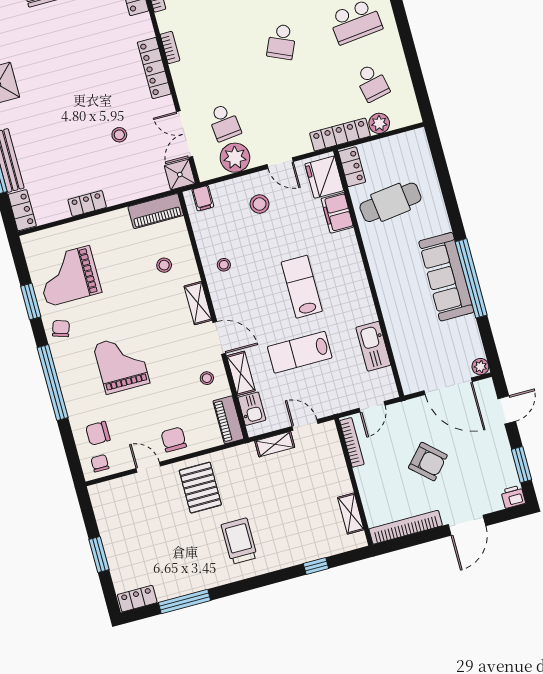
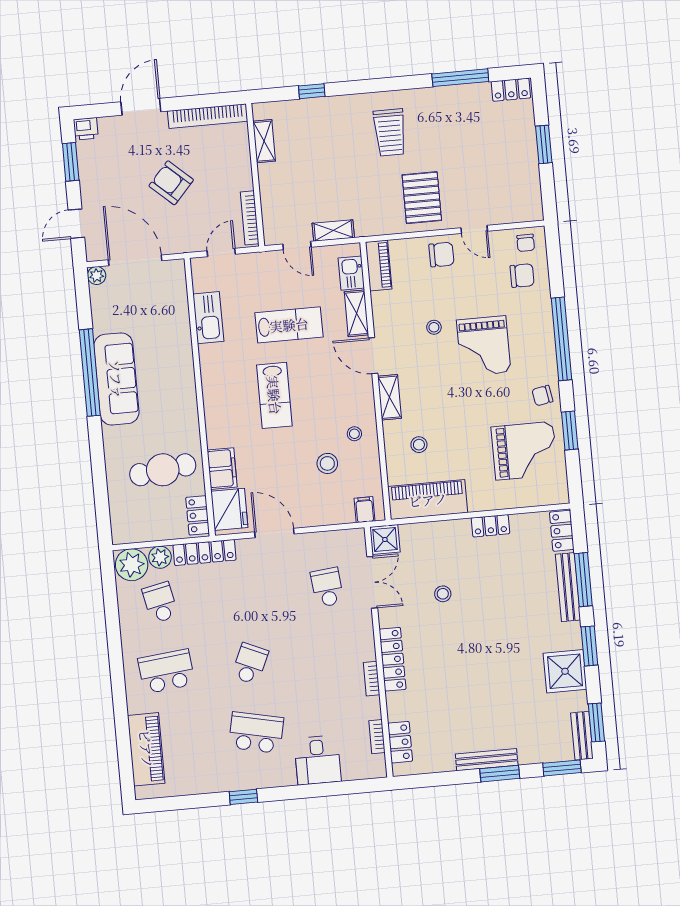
plant: (235, 158) -> (132, 565), moved
door: (280, 163) -> (274, 533), width x1.38
stool: (259, 204) -> (327, 463), moved
piano: (156, 211) -> (428, 500), width x1.37, depth x1.33
chair: (61, 329) -> (542, 396), turned 62
stool: (207, 378) -> (434, 327), moved
chair: (174, 439) -> (441, 255), turned -90

